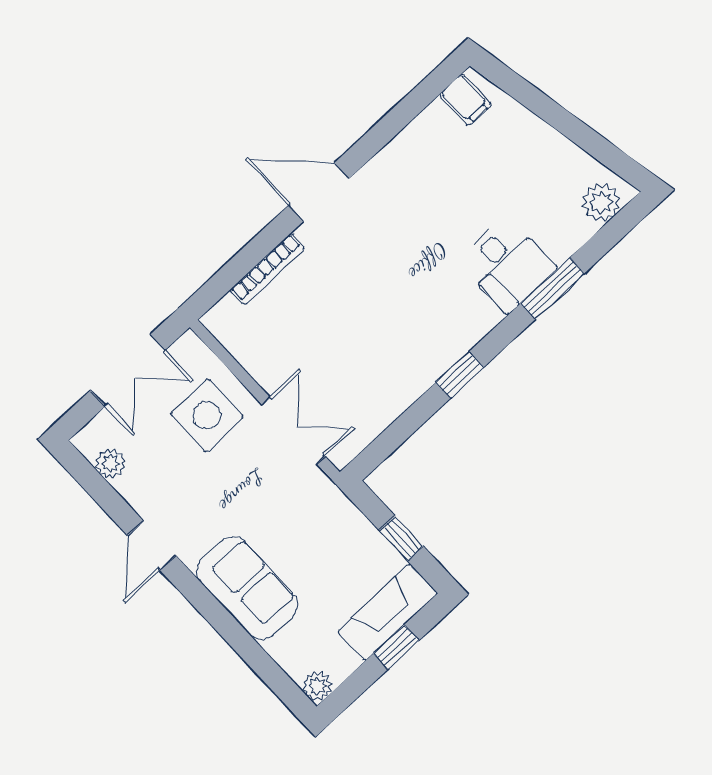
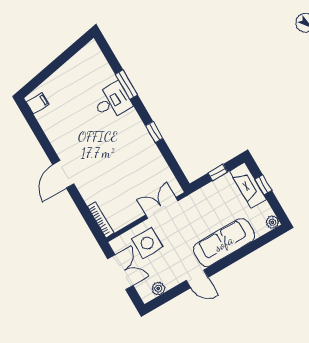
plant: (601, 202) -> (94, 56), removed
bookcase: (267, 269) -> (101, 220), moved
sofa: (247, 588) -> (224, 243), width x1.36

